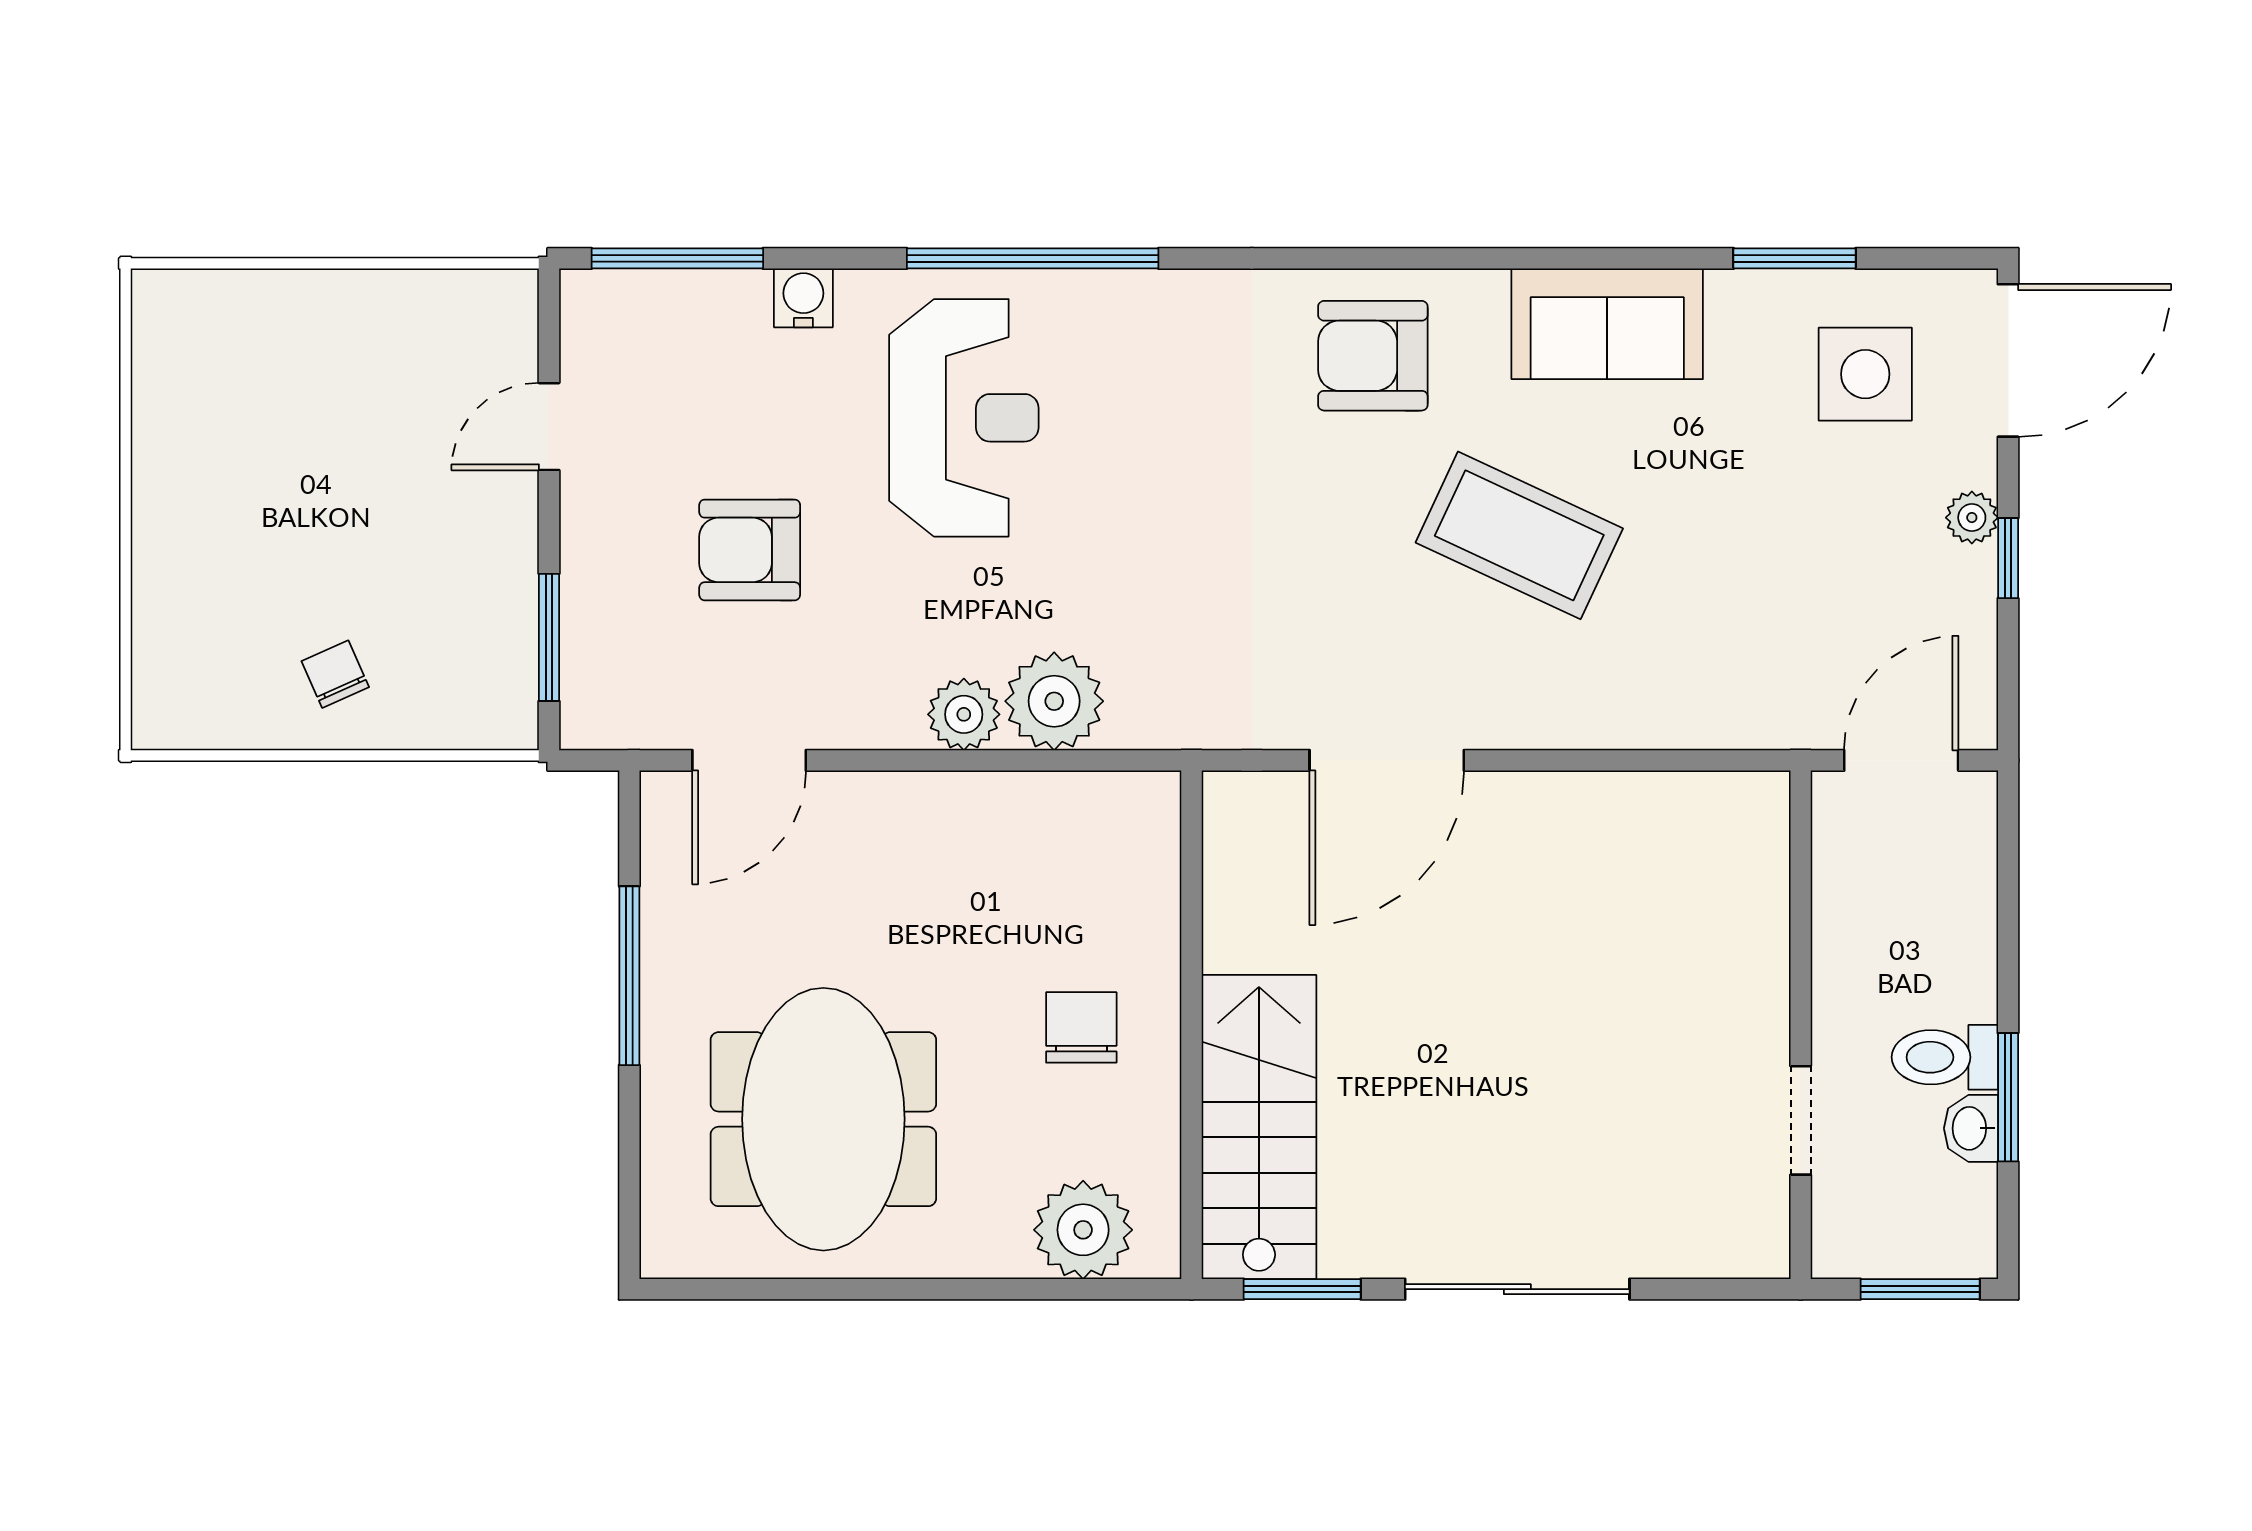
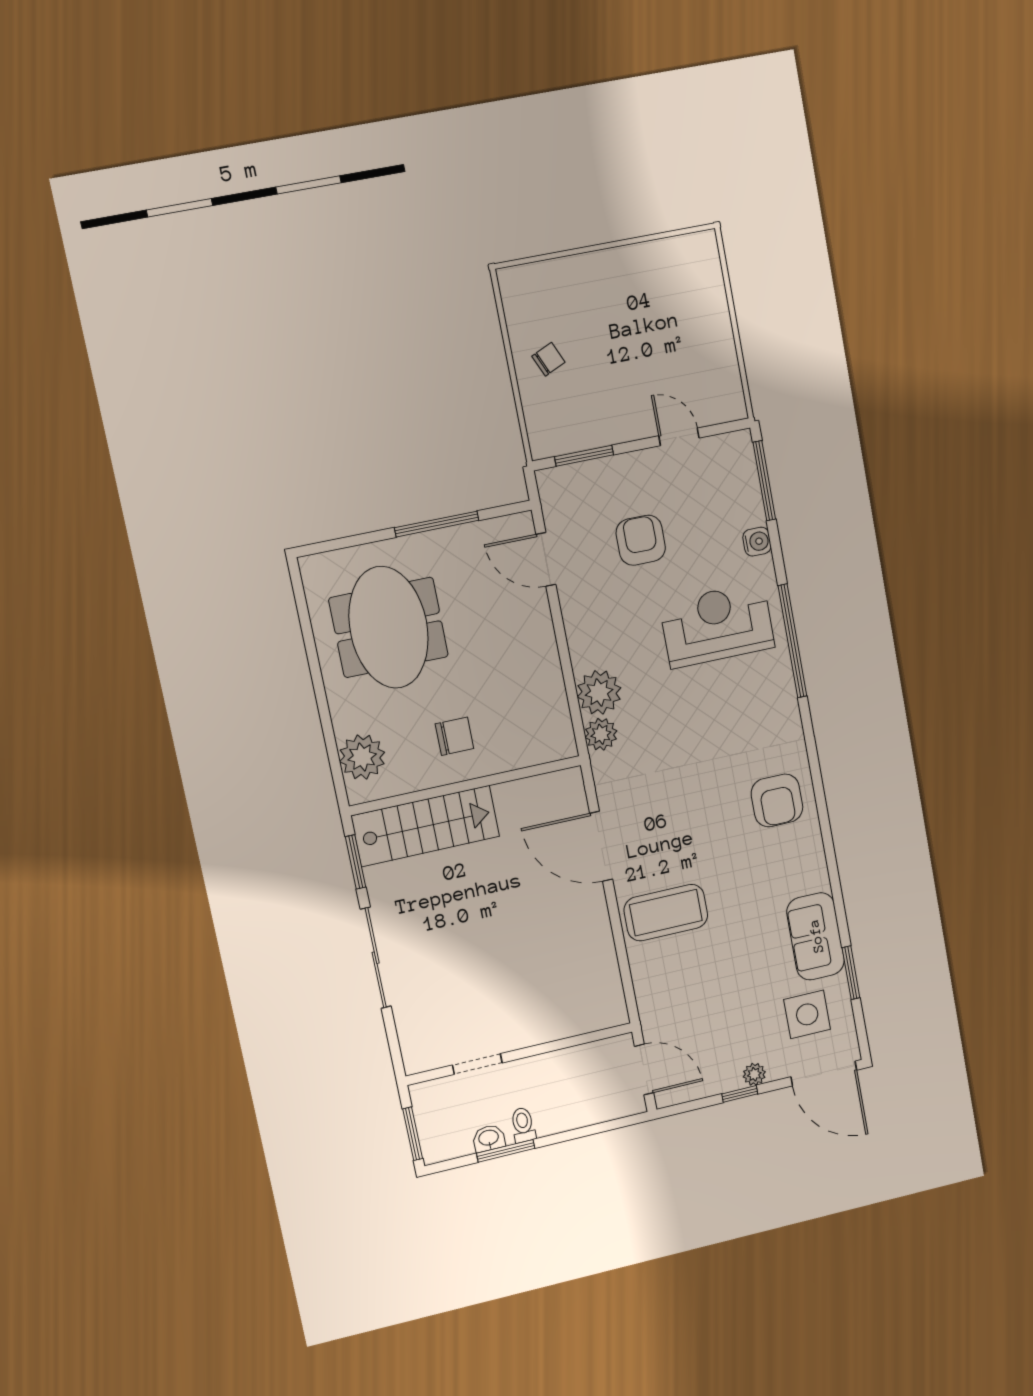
sofa: (1607, 324) -> (816, 936), moved
armchair: (1373, 356) -> (777, 800), turned 180
reception desk: (964, 418) -> (717, 625), turned 180
coffee table: (1519, 535) -> (666, 913), moved, turned 65
plant: (964, 714) -> (601, 734), moved
toilet: (1945, 1057) -> (523, 1125), width x0.73, depth x0.72
meeting table: (823, 1119) -> (389, 627), turned 90

